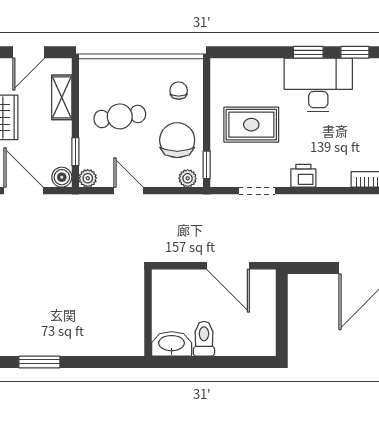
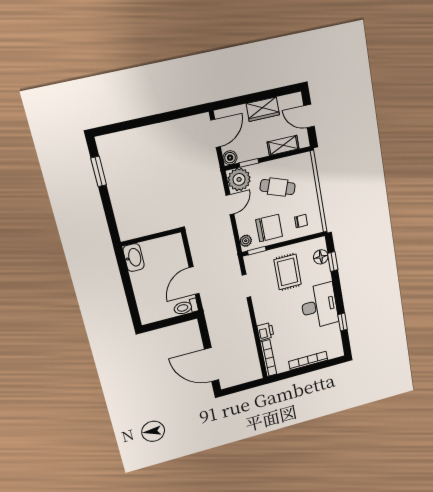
window: (308, 52) -> (333, 262), moved
floor lamp: (241, 70) -> (321, 257), added
cafe table: (120, 116) -> (278, 187), turned -62
printer: (303, 176) -> (265, 331), moved
plant: (88, 178) -> (239, 179), width x1.88, depth x1.88
toilet: (204, 339) -> (186, 307), moved, turned 180

